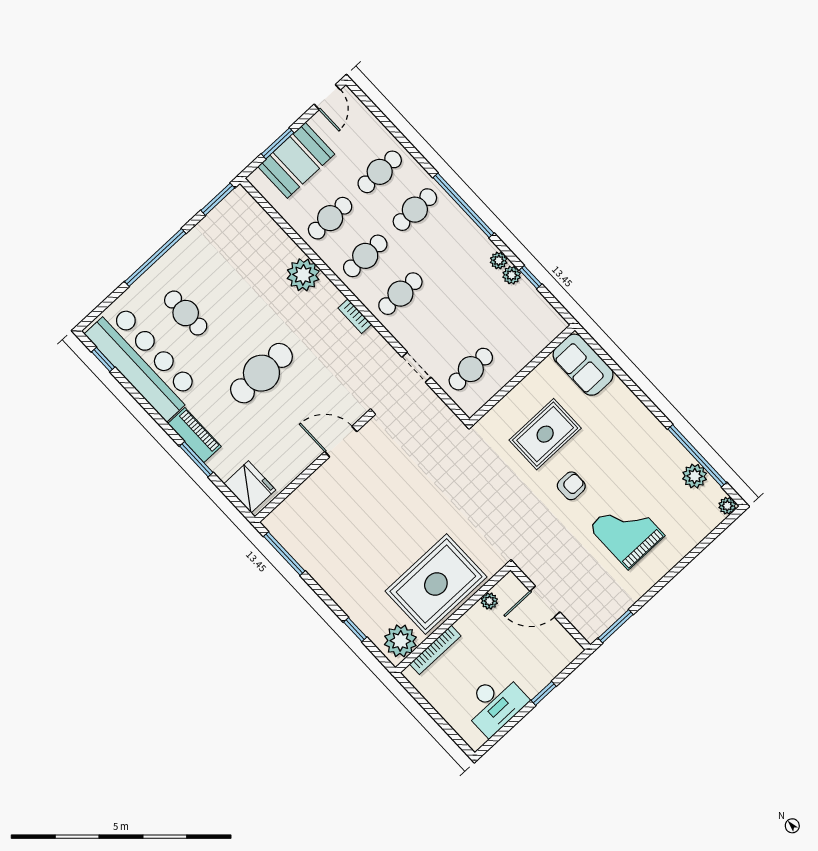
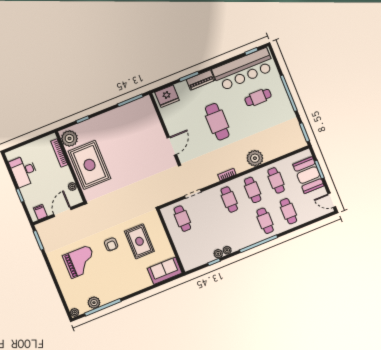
filing cabinet: (561, 643) -> (40, 212), added

